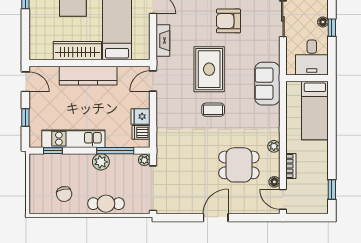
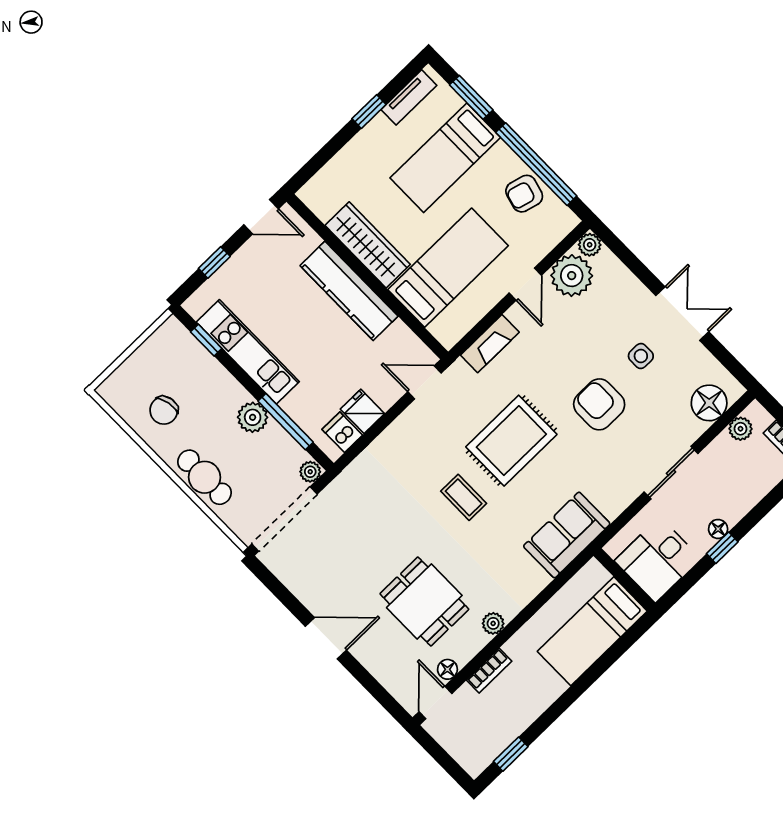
door: (25, 82) -> (261, 217), hinge flipped

